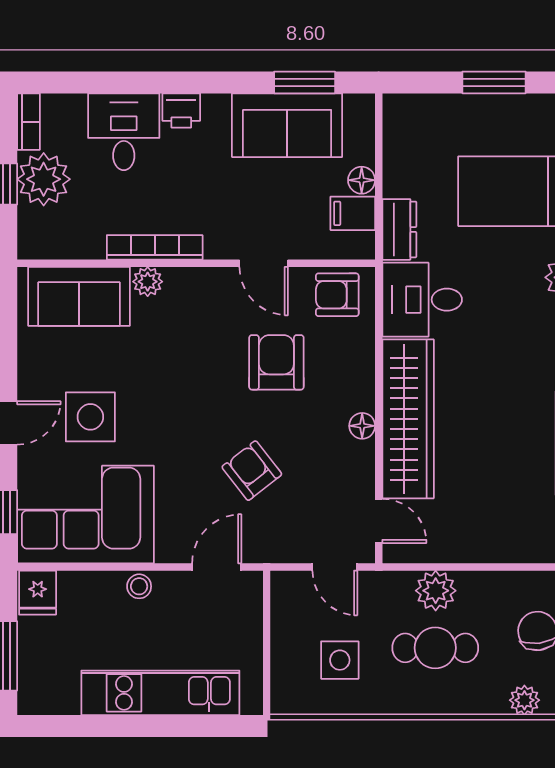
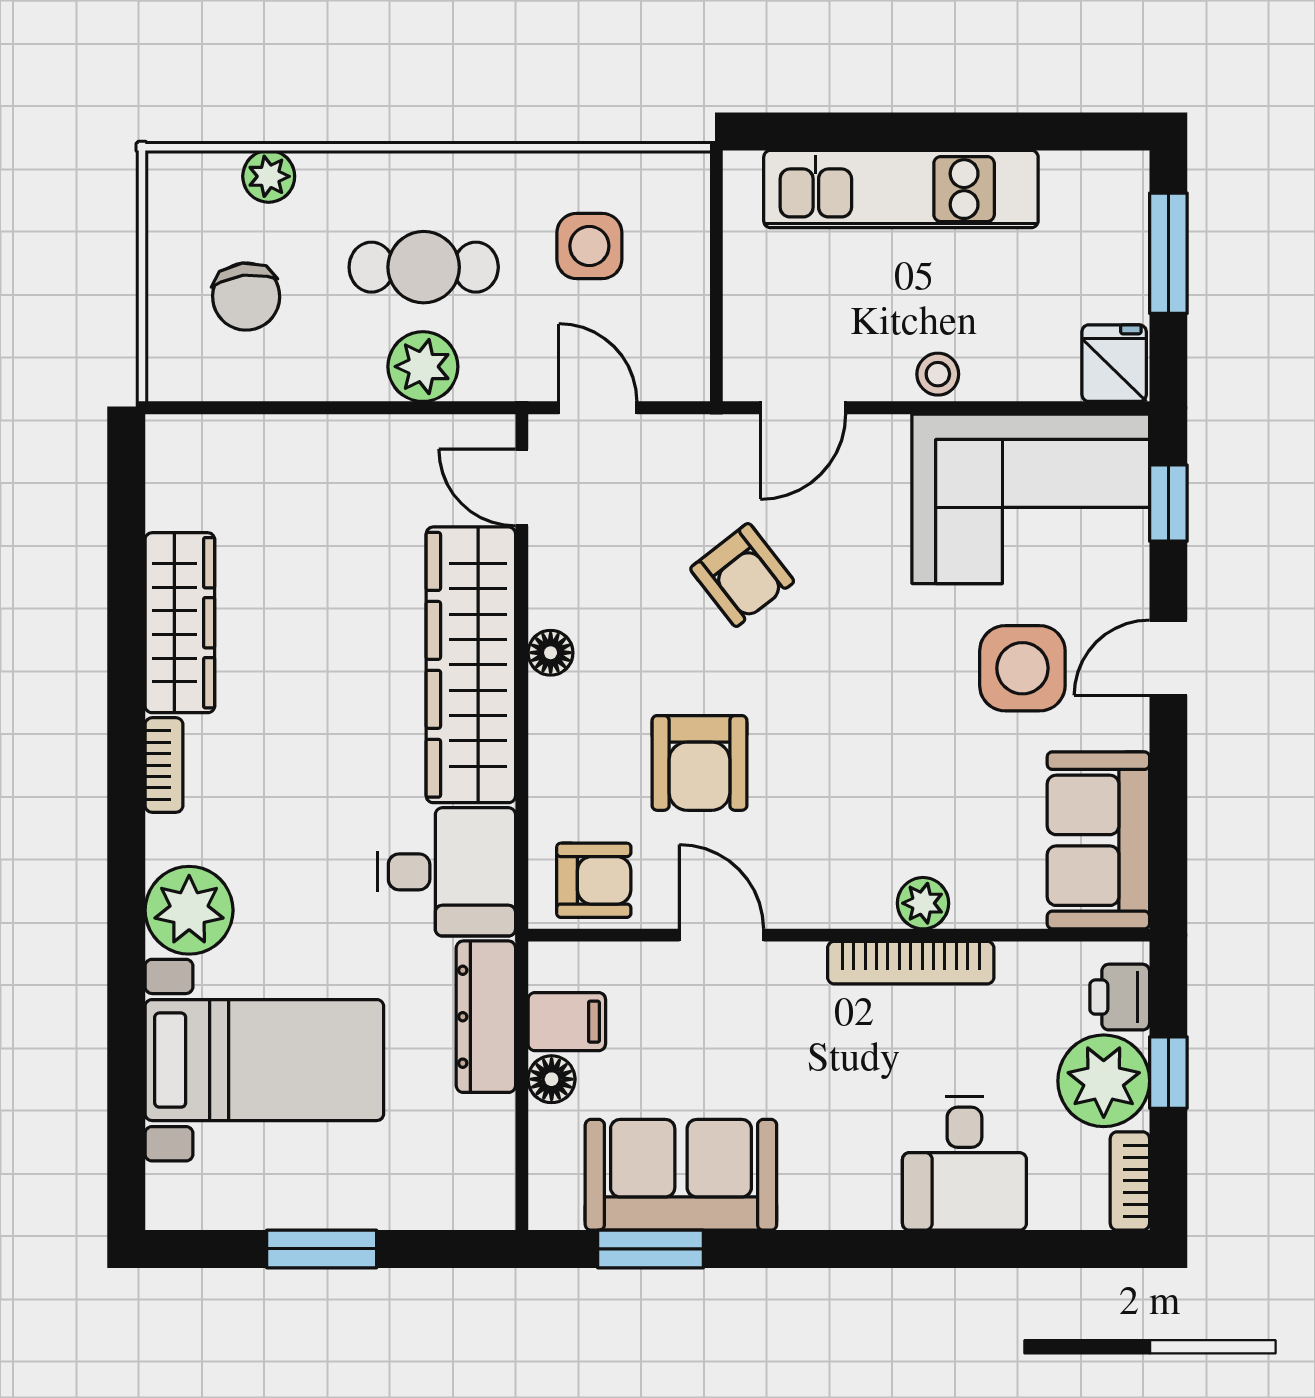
printer: (181, 110) -> (1120, 997), moved, turned -90
dresser: (399, 229) -> (486, 1017), width x1.44
sofa: (79, 296) -> (1098, 840), moved, turned -90

